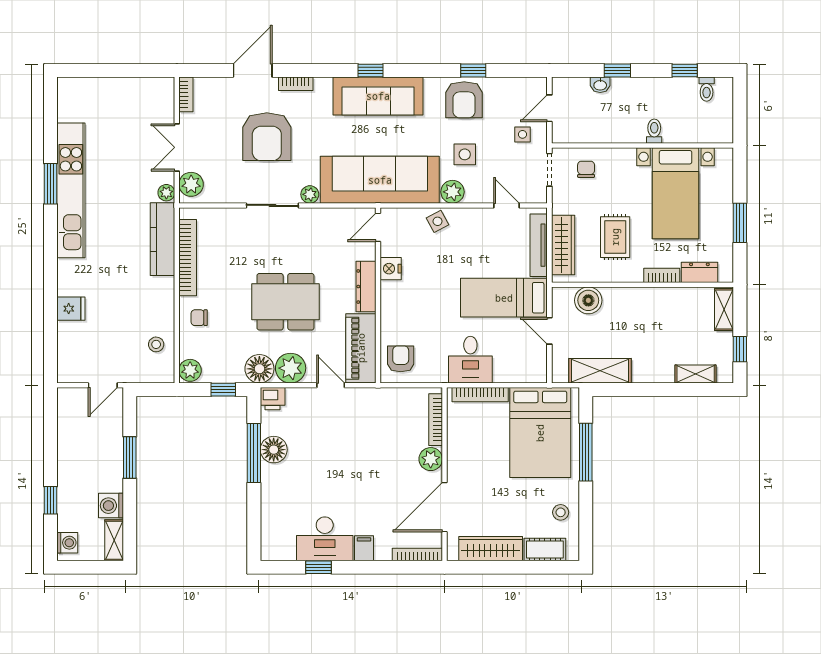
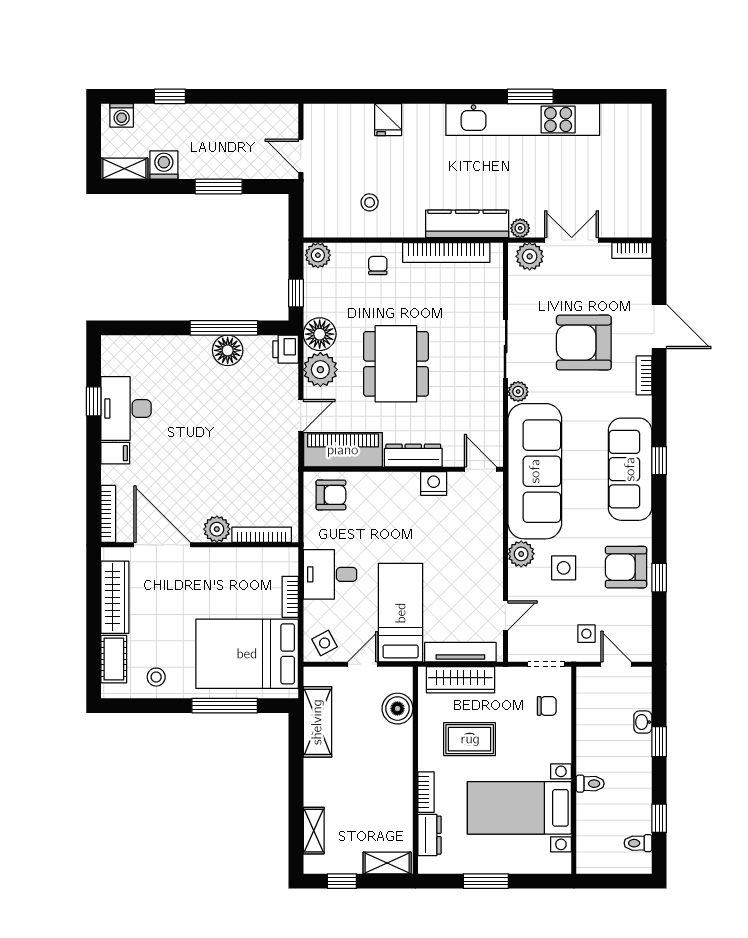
side table: (438, 221) -> (325, 643), moved
stool: (156, 344) -> (370, 202), moved
bookcase: (480, 395) -> (290, 597), width x0.64

